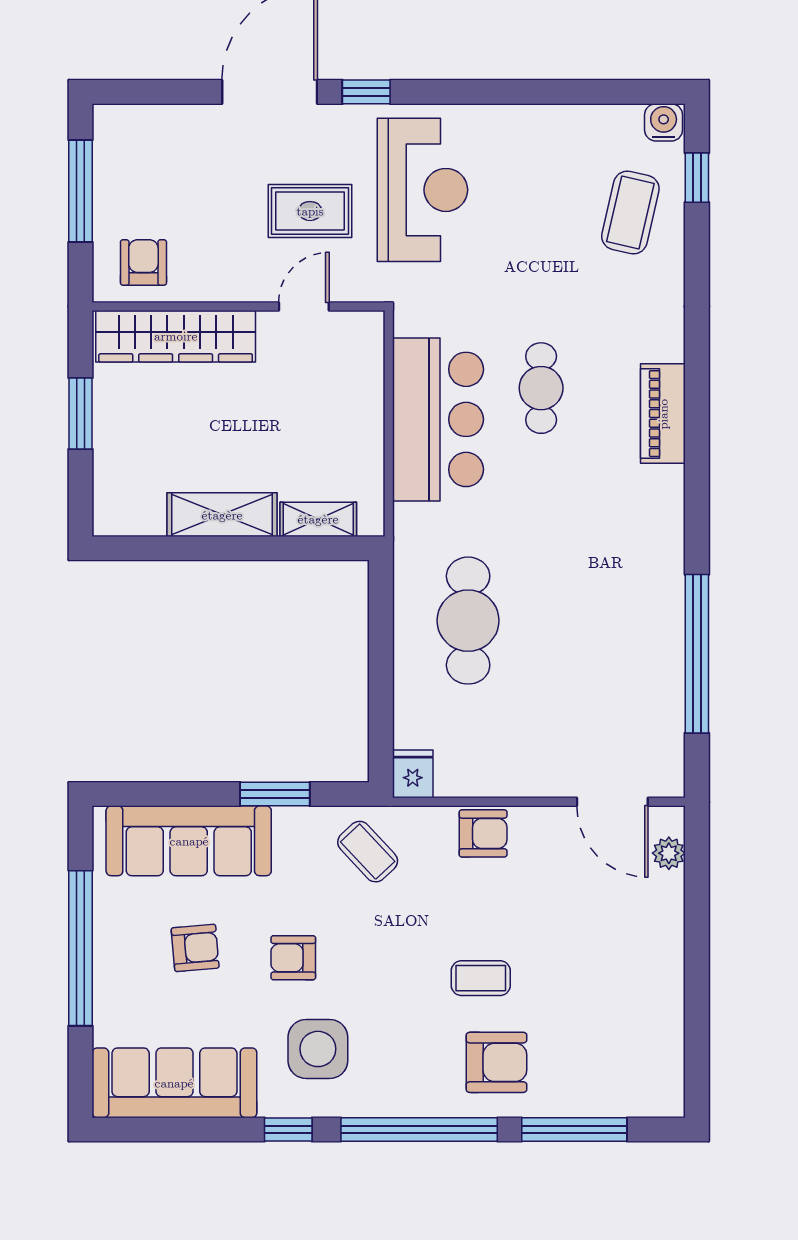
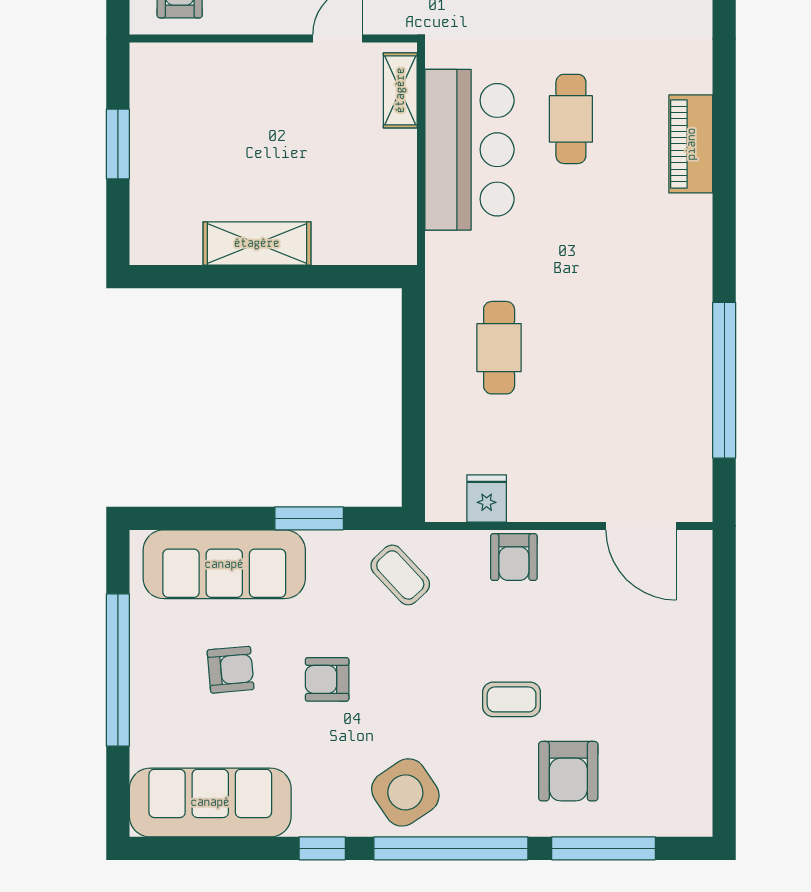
wardrobe: (176, 336) -> (211, 68), removed
shelving: (318, 519) -> (400, 90), moved, turned 90
cafe table: (468, 621) -> (499, 348), width x0.73, depth x0.74
fridge: (413, 774) -> (487, 498), moved
armchair: (483, 833) -> (514, 557), turned 90
plant: (669, 853) -> (697, 577), removed
side table: (318, 1049) -> (405, 792), moved, turned -34
armchair: (496, 1062) -> (568, 771), moved, turned 90

